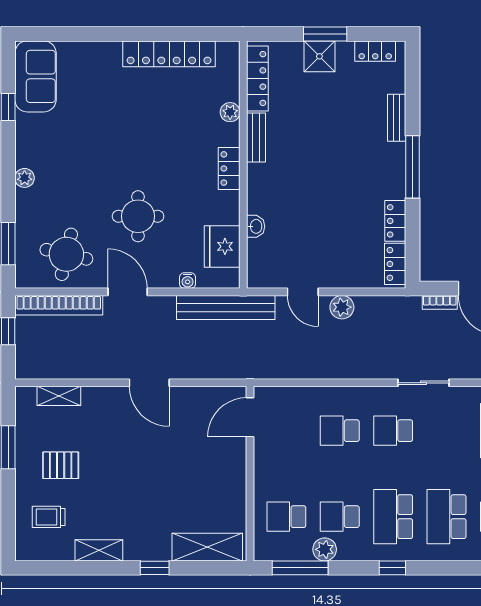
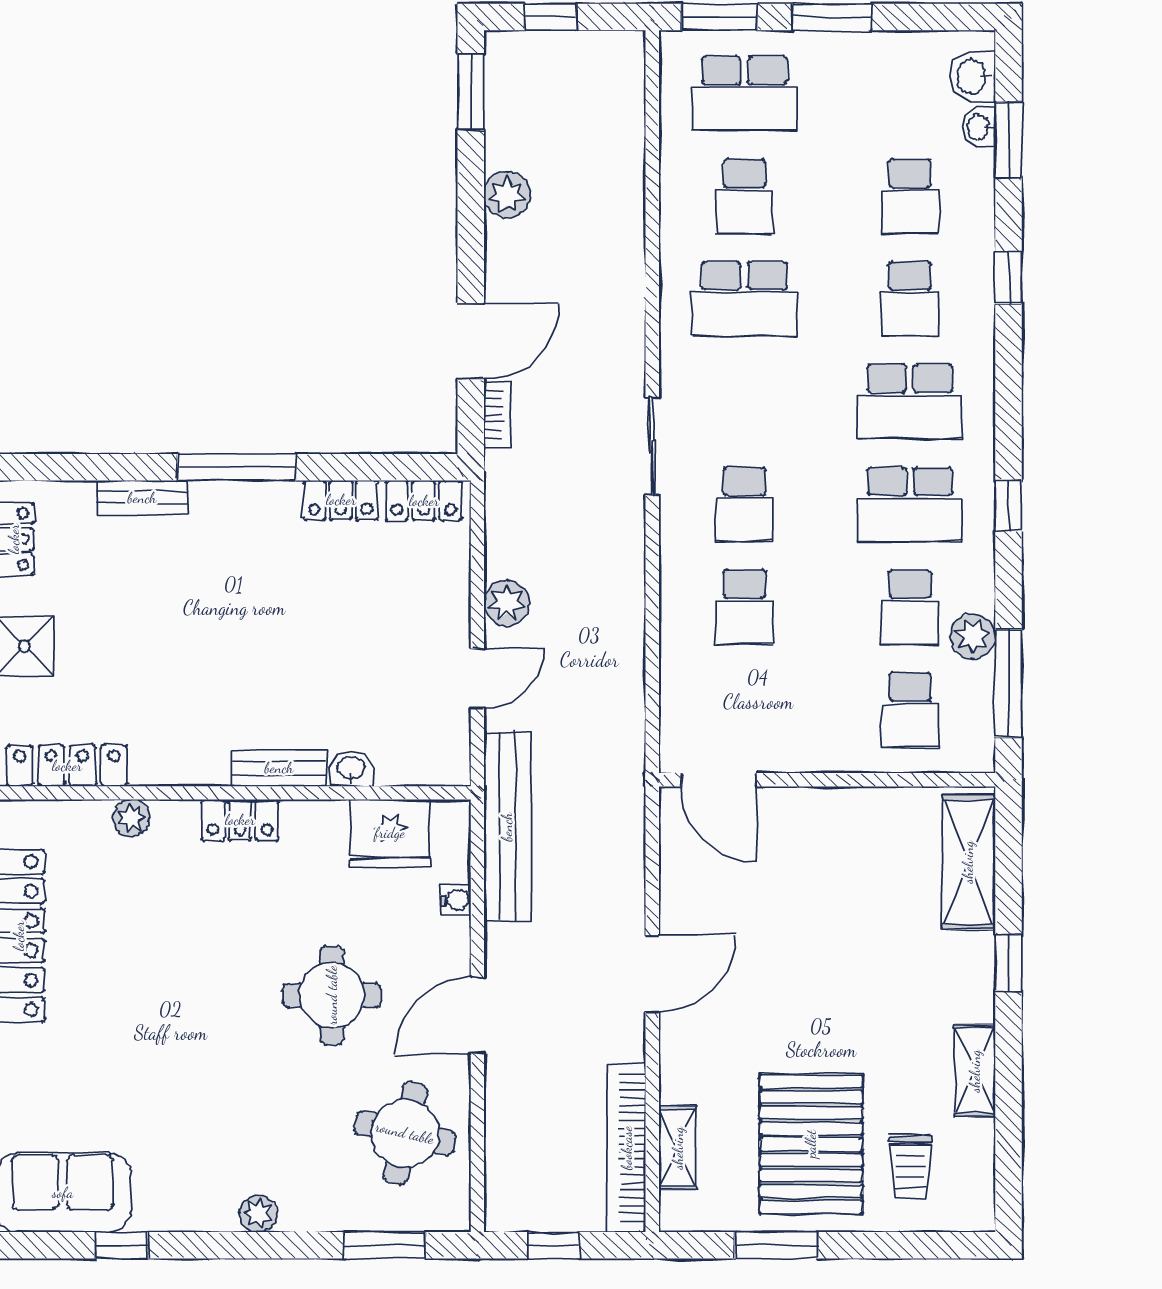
bench: (256, 138) -> (279, 768), moved
bookcase: (59, 305) -> (627, 1148), moved, turned 180
pallet: (61, 465) -> (811, 1144), width x2.05, depth x2.00

